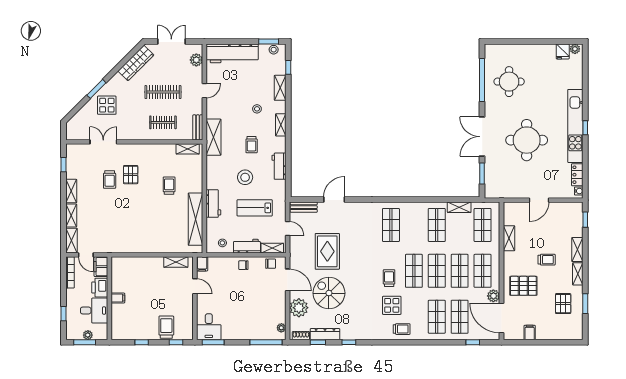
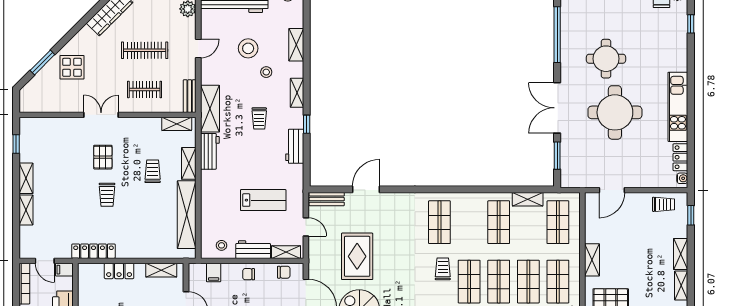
window: (288, 67) -> (307, 124), moved
round table: (509, 82) -> (606, 59), moved
window: (96, 89) -> (42, 62), moved
kitchen unit: (575, 126) -> (678, 107), width x0.73
window: (585, 128) -> (691, 24), moved
double door: (103, 142) -> (101, 115), moved
stool: (245, 177) -> (248, 48), moved
trolley: (110, 180) -> (107, 195), moved
door: (539, 200) -> (612, 190), moved
workbench: (213, 204) -> (210, 151), moved
lab bench: (255, 208) -> (263, 200), turned 180
shelving: (509, 238) -> (592, 260), moved
shelving: (72, 241) -> (189, 163), moved
locker: (123, 247) -> (93, 251), added
trolley: (547, 260) -> (664, 204), moved
locker: (143, 263) -> (119, 271), added
filing cabinet: (202, 264) -> (214, 272), moved
filing cabinet: (101, 267) -> (64, 270), width x0.50
trolley: (389, 278) -> (443, 269), moved

